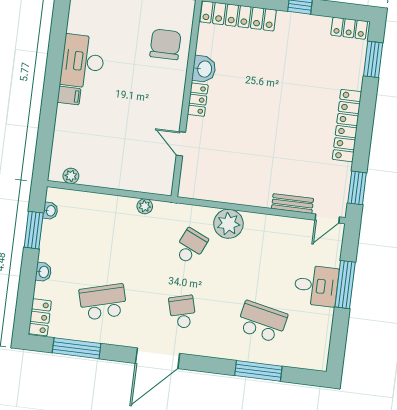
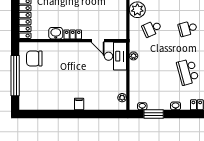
chair: (165, 44) -> (34, 58), moved
desk: (83, 61) -> (115, 56), moved, turned -90
door: (181, 144) -> (98, 41), hinge flipped
school desk: (191, 246) -> (152, 28), turned -48

